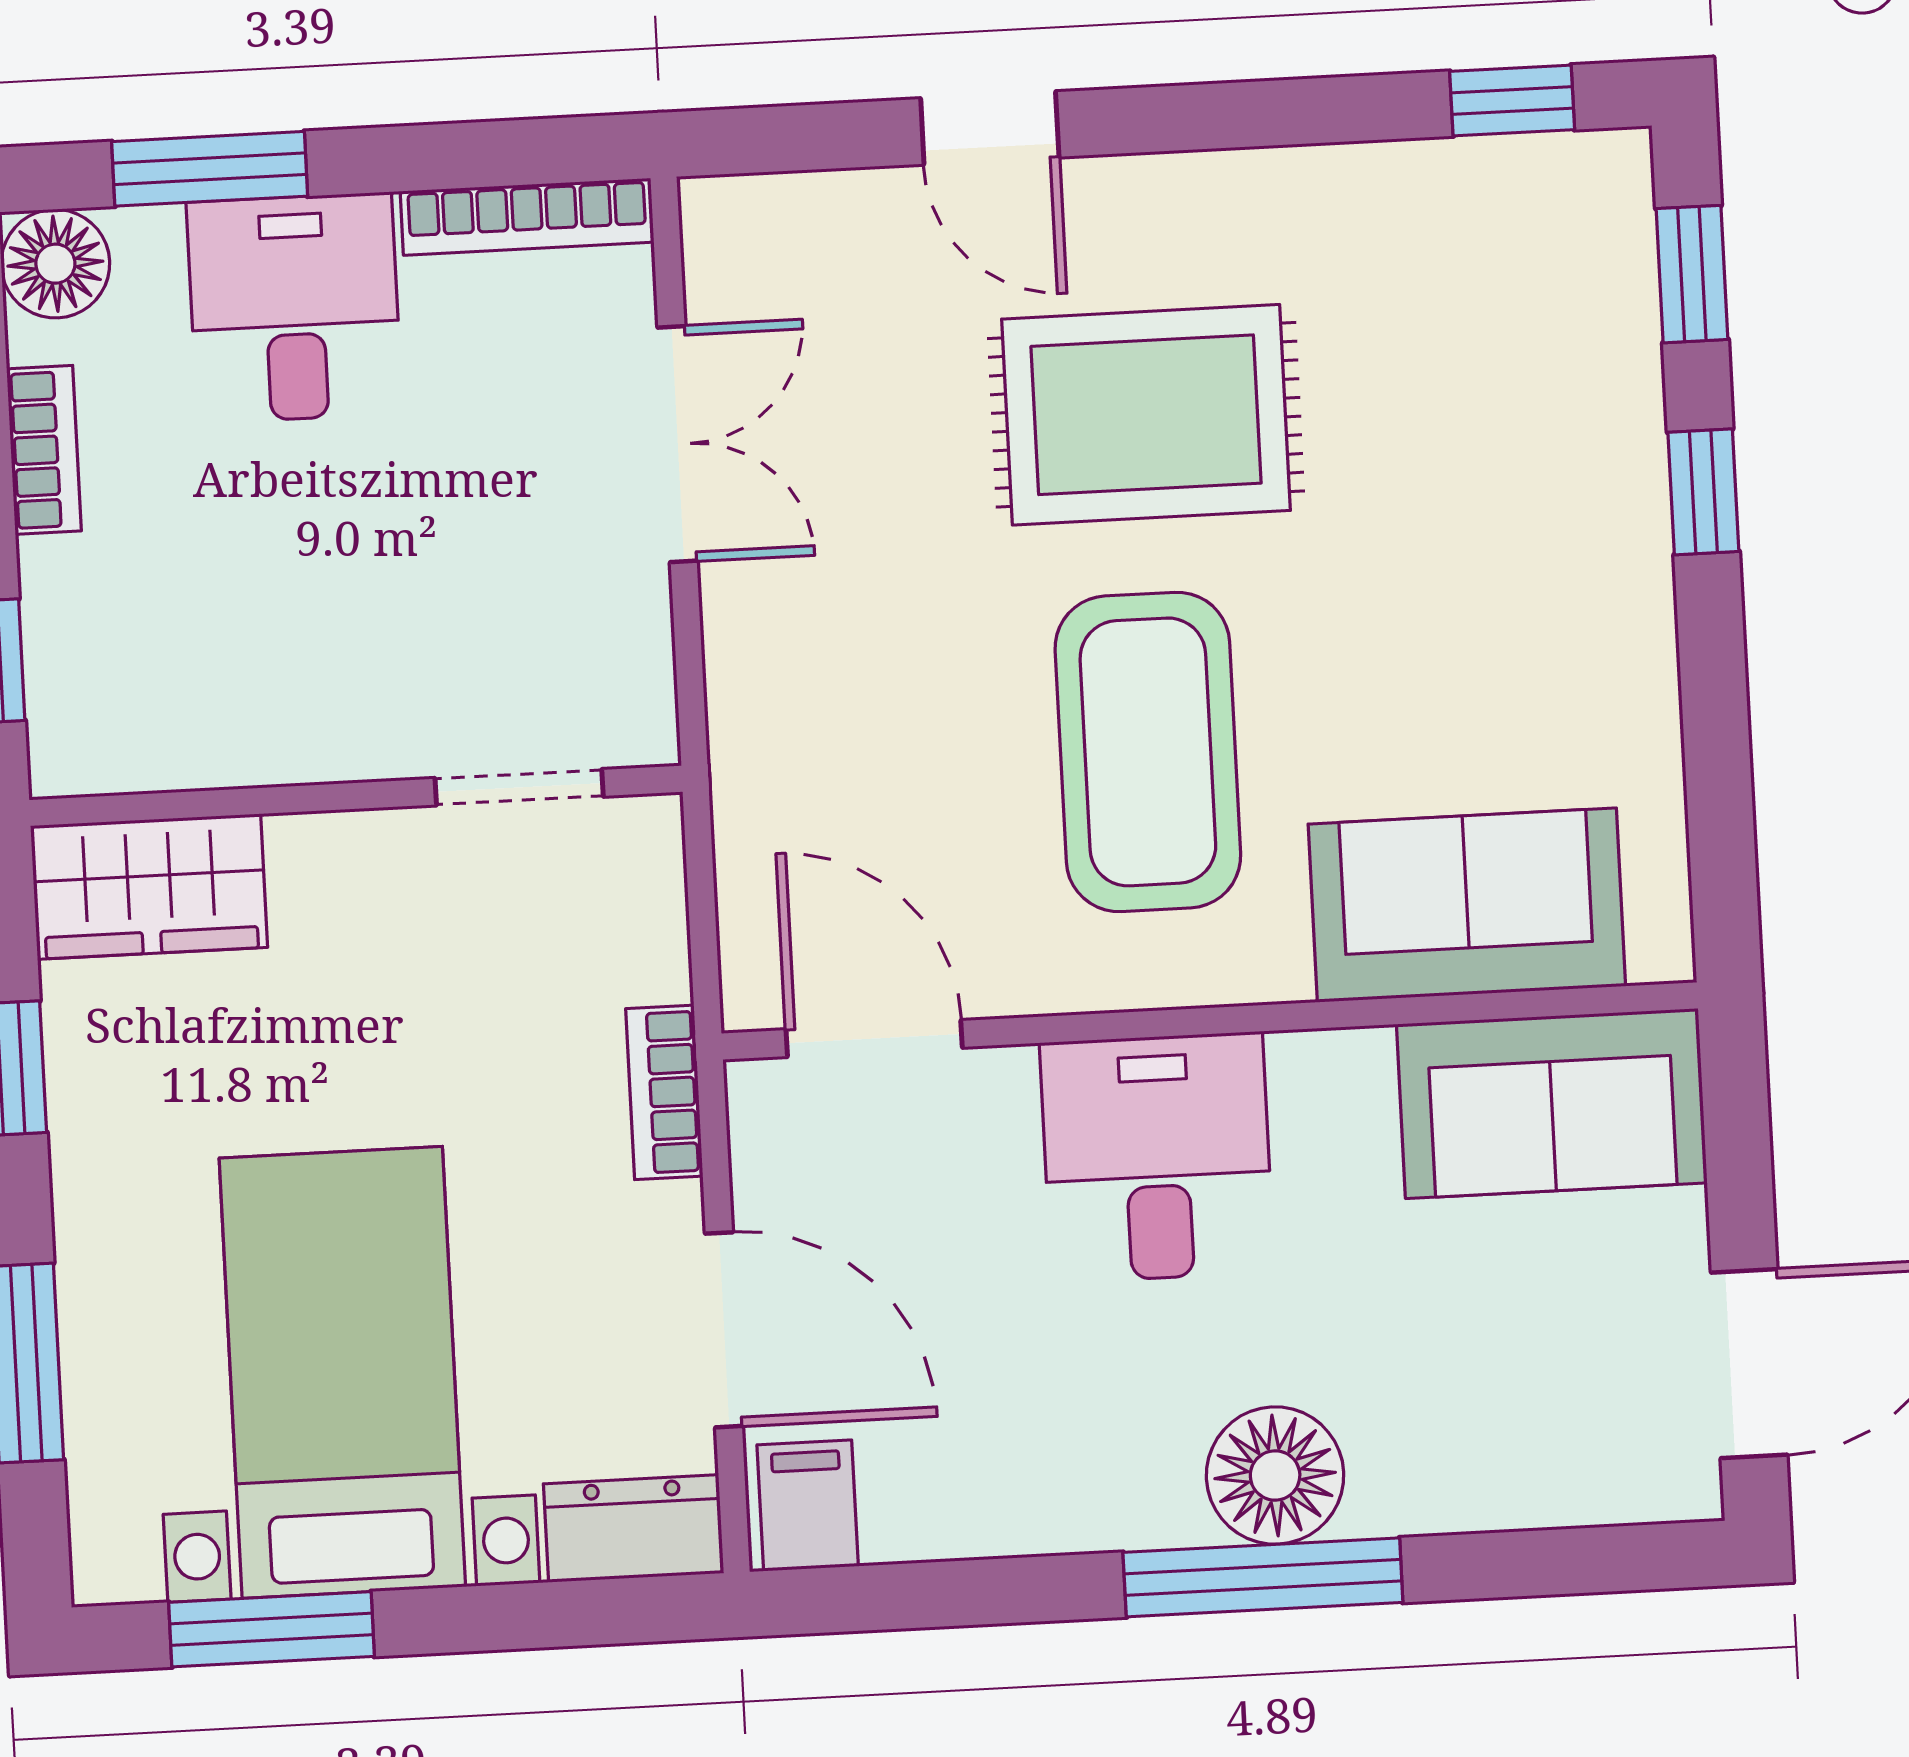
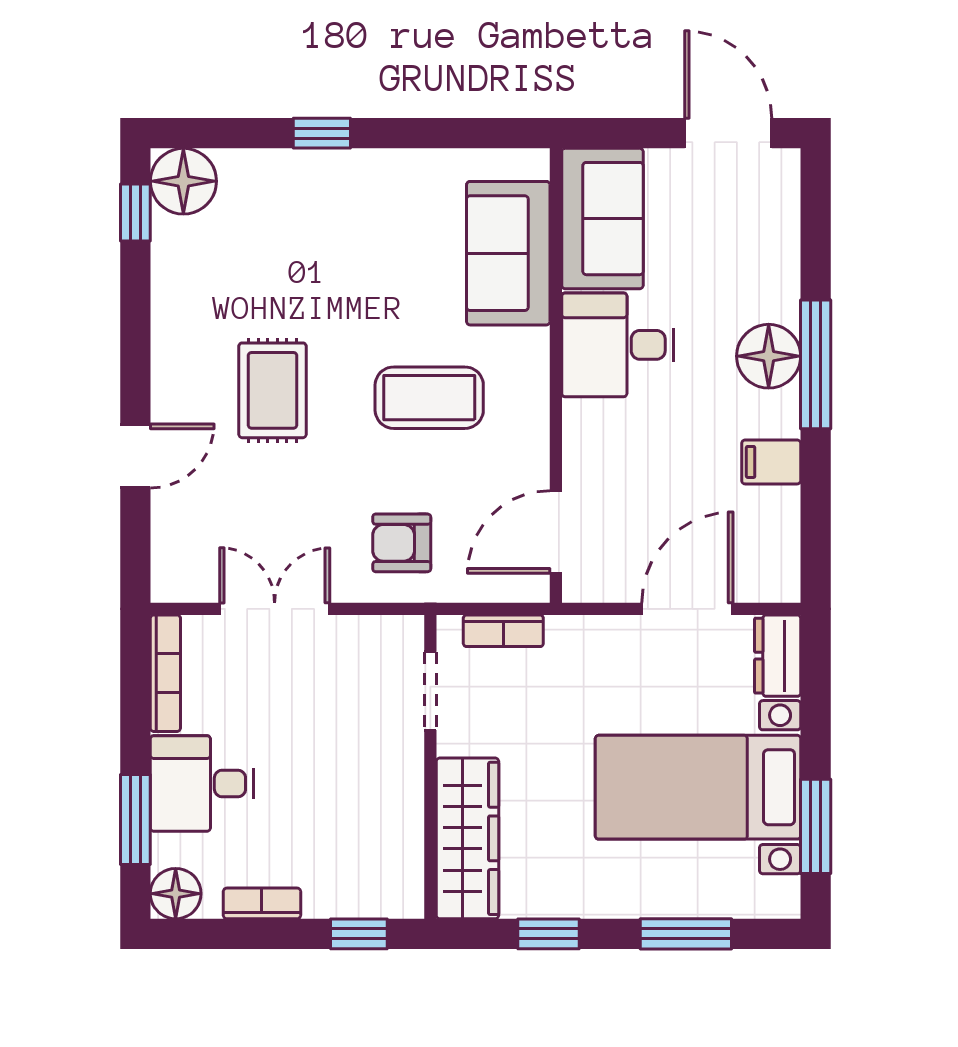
floor lamp: (1585, 200) -> (183, 181), added
window: (1692, 274) -> (220, 133), removed
rug: (1146, 415) -> (272, 390), width x0.73, depth x0.70
armchair: (833, 709) -> (402, 543), added
coffee table: (1148, 752) -> (429, 398), width x0.73, depth x0.76
wardrobe: (149, 887) -> (467, 838), width x1.50
bookcase: (664, 1092) -> (503, 631), moved
desk: (1157, 1157) -> (618, 345), moved
filing cabinet: (808, 1505) -> (771, 462), moved

